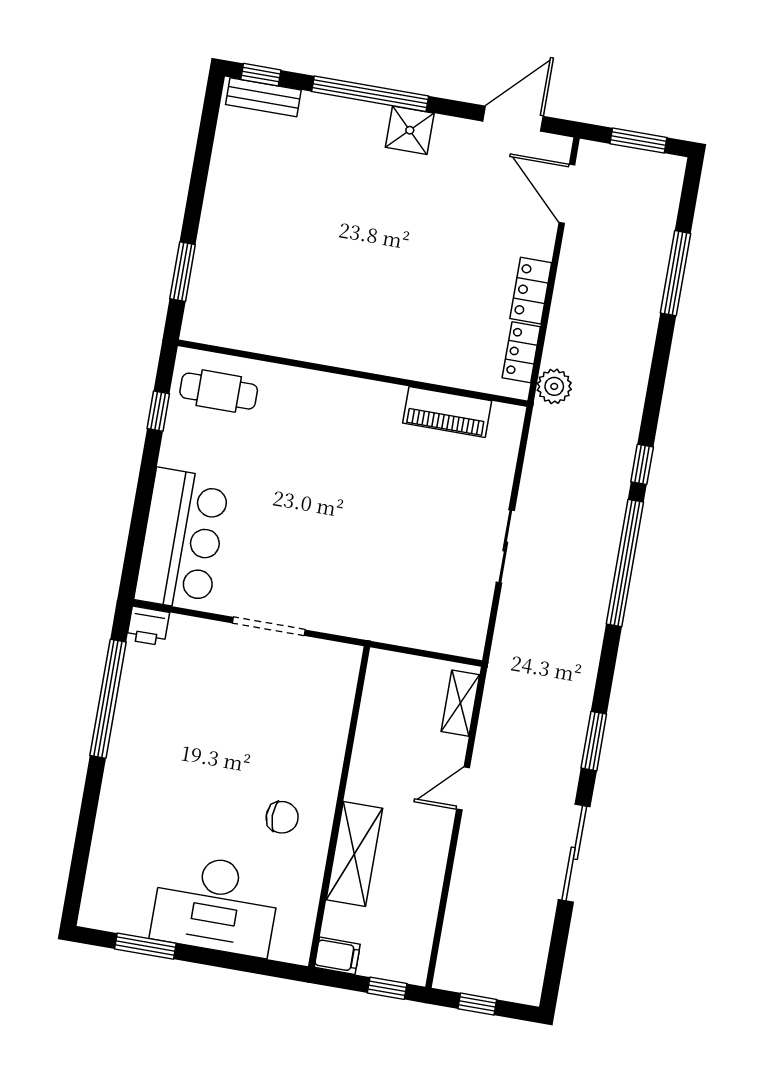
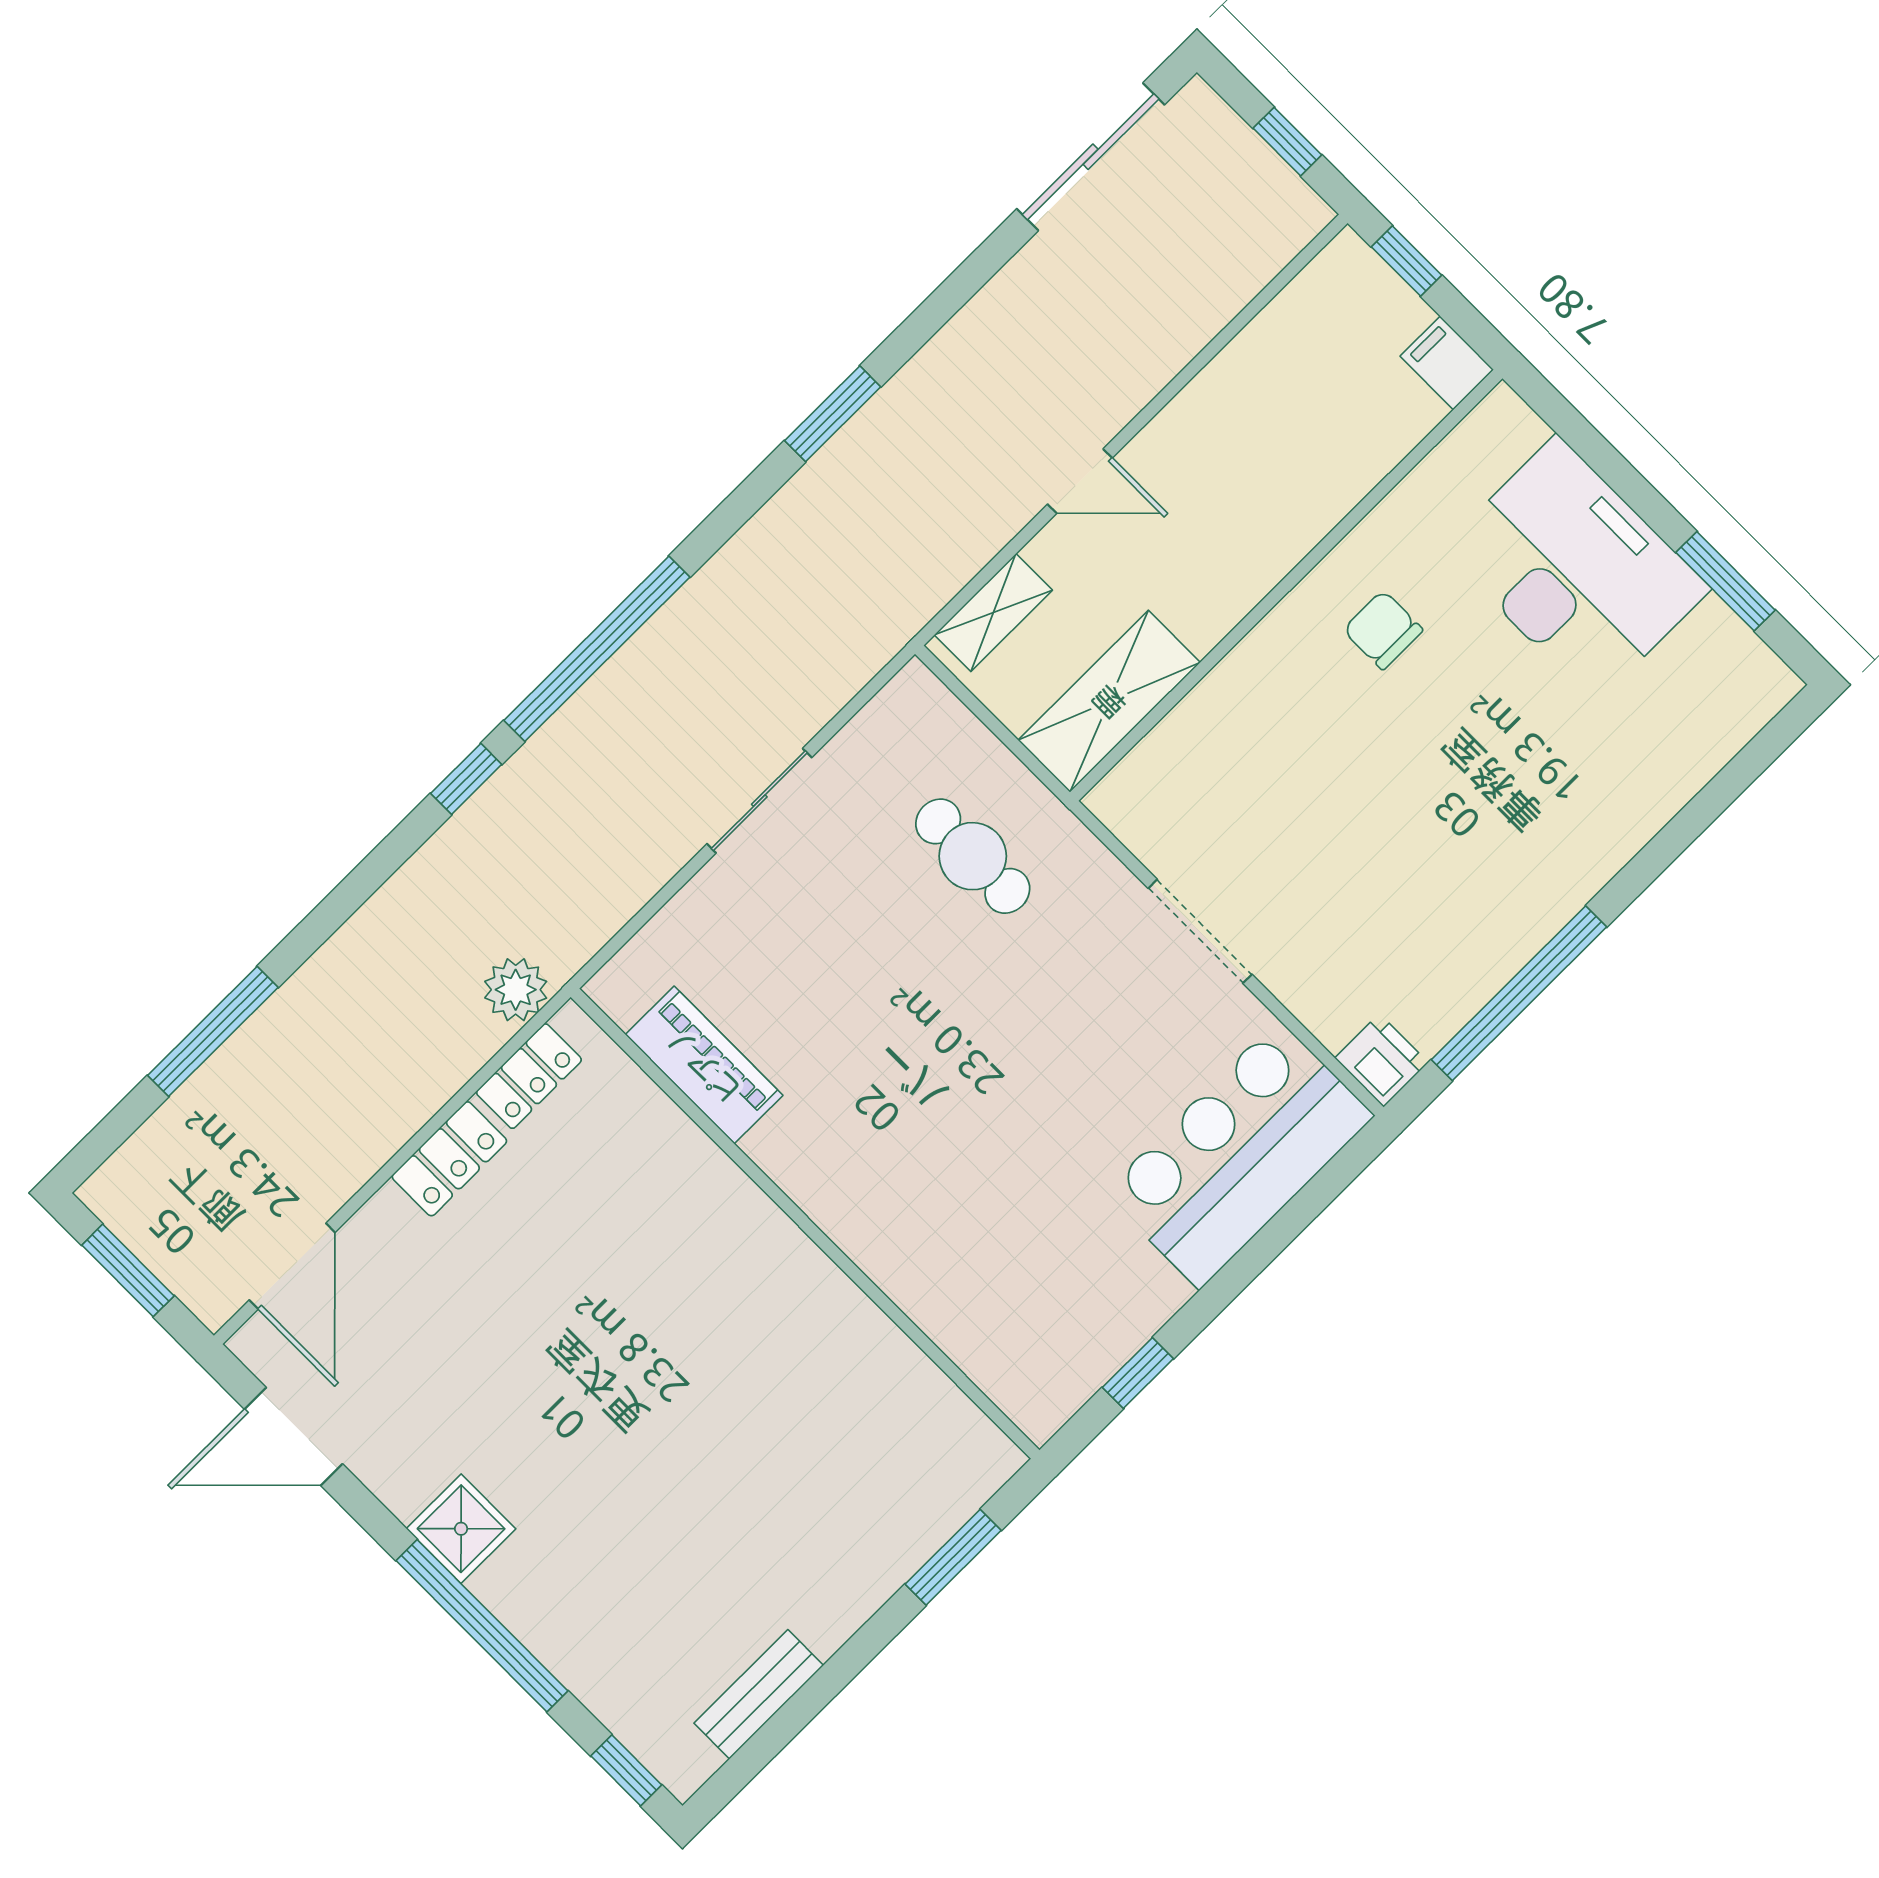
bench: (263, 97) -> (759, 1694), moved, turned 90
cafe table: (219, 391) -> (973, 856), moved
sliding door: (574, 853) -> (1091, 157), moved
shelving: (354, 854) -> (1109, 701), moved

